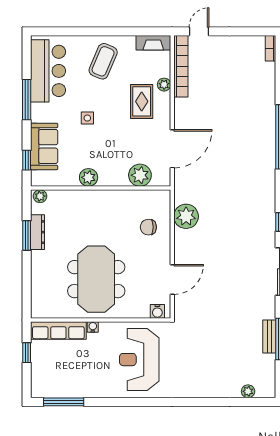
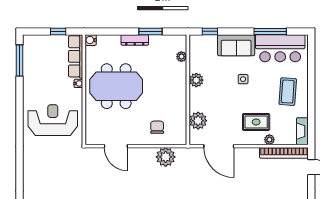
coffee table: (103, 61) -> (288, 92), turned 71
window: (27, 100) -> (270, 31), moved
sofa: (44, 146) -> (236, 45), moved
plant: (40, 196) -> (181, 57), moved
dresser: (38, 232) -> (135, 40), moved
water cooler: (157, 311) -> (91, 40), moved

